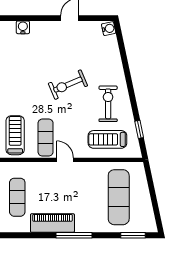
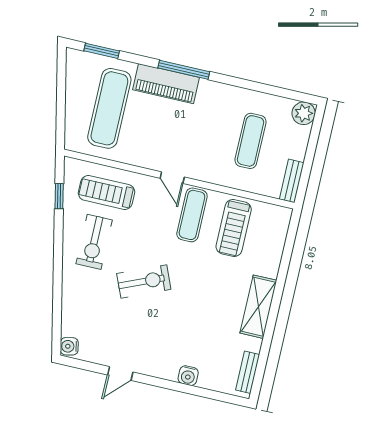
treadmill: (107, 139) -> (106, 192), turned 180
piano: (52, 223) -> (166, 84), moved

